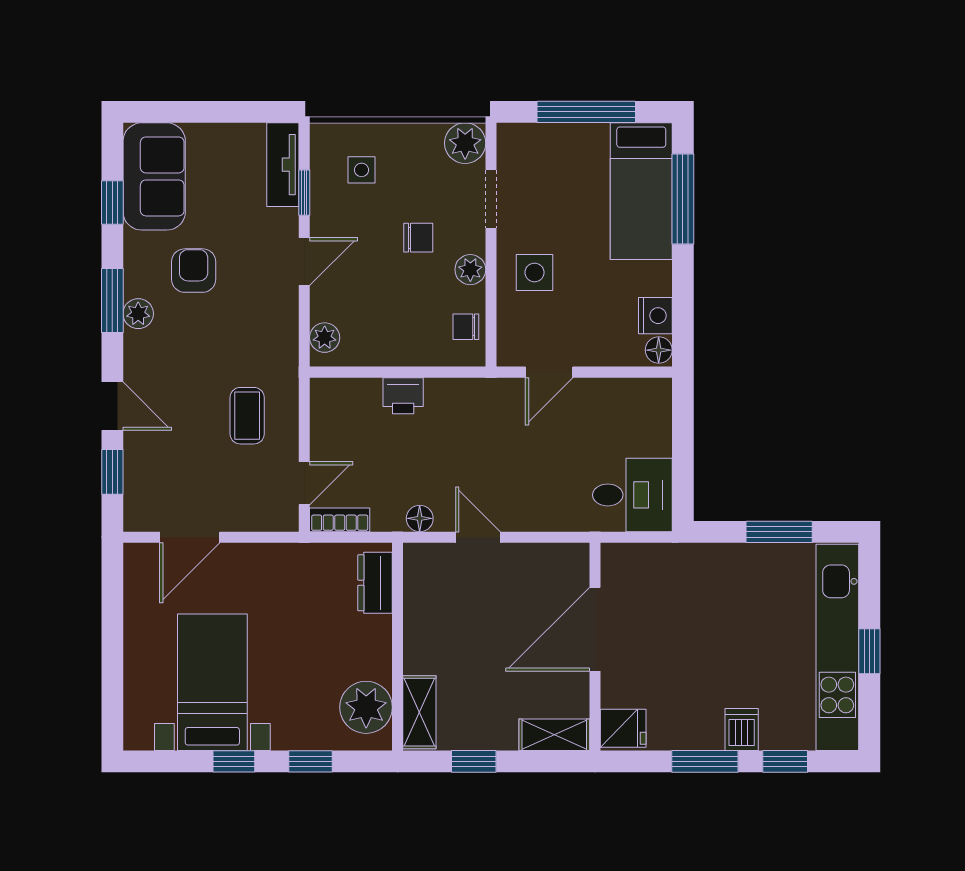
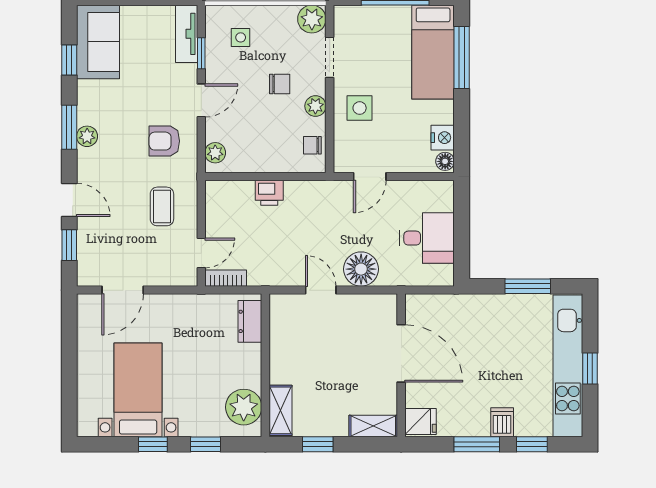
armchair: (194, 271) -> (164, 141), moved, turned -90
desk: (632, 495) -> (427, 238), moved
floor lamp: (420, 518) -> (361, 269), moved, width x1.89, depth x1.89
door: (595, 629) -> (401, 353), swing flipped

